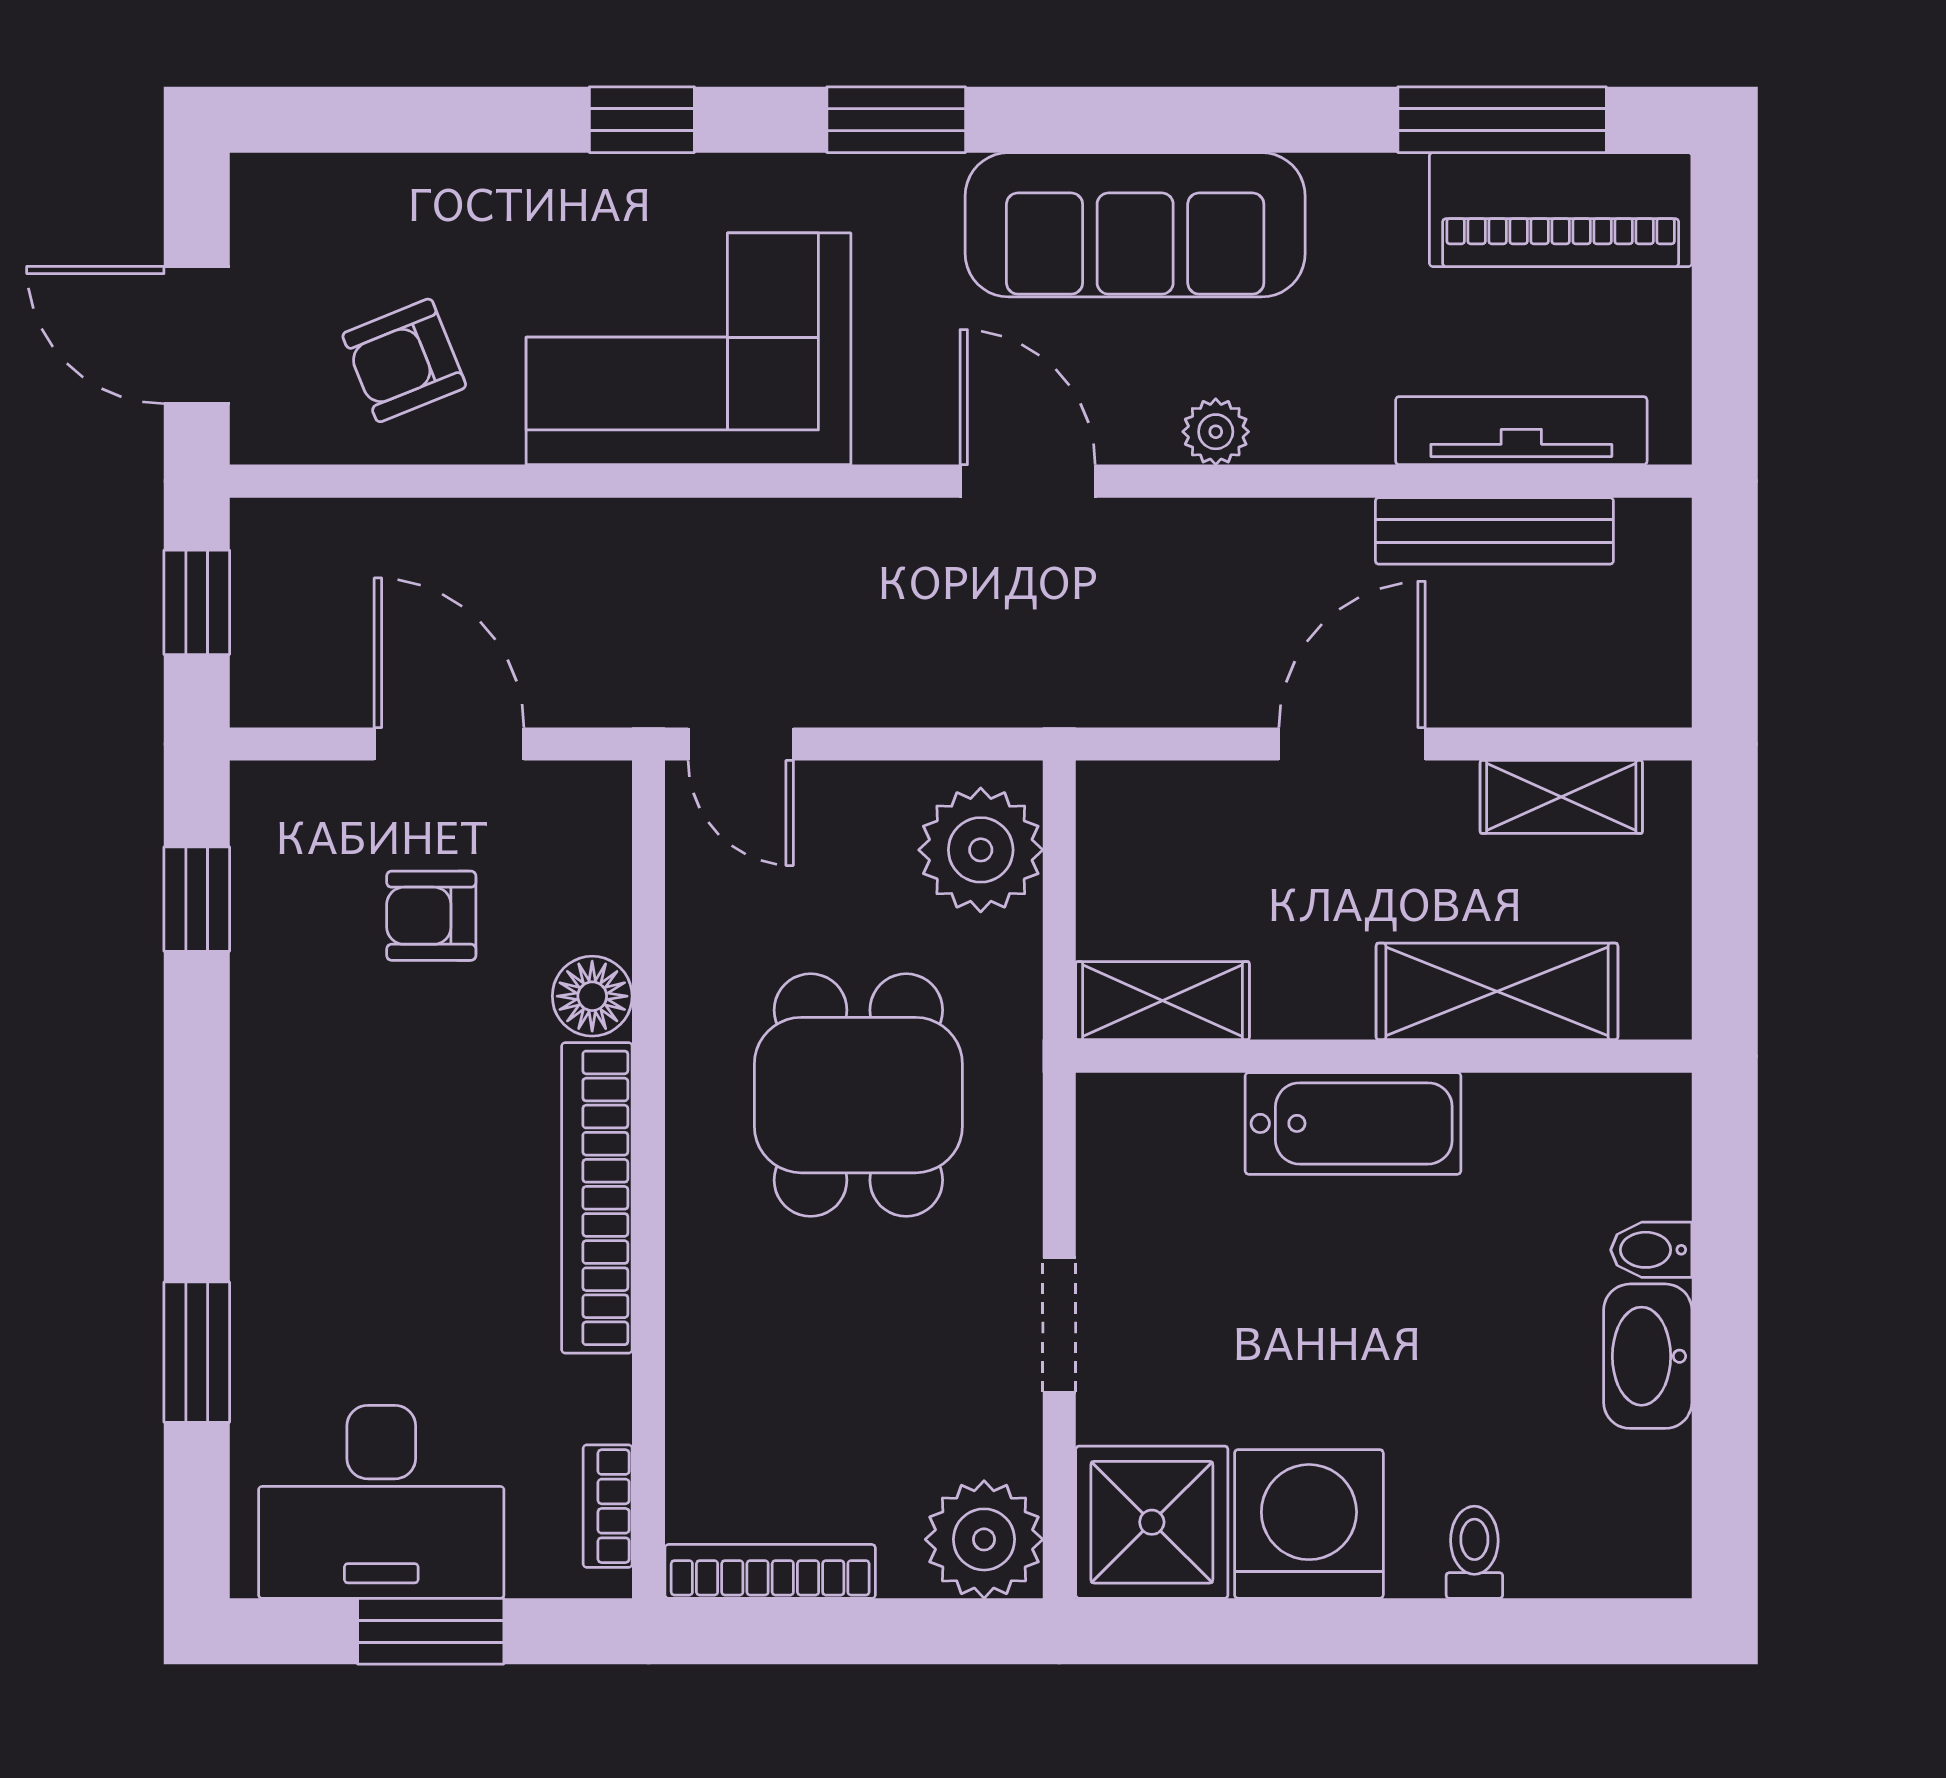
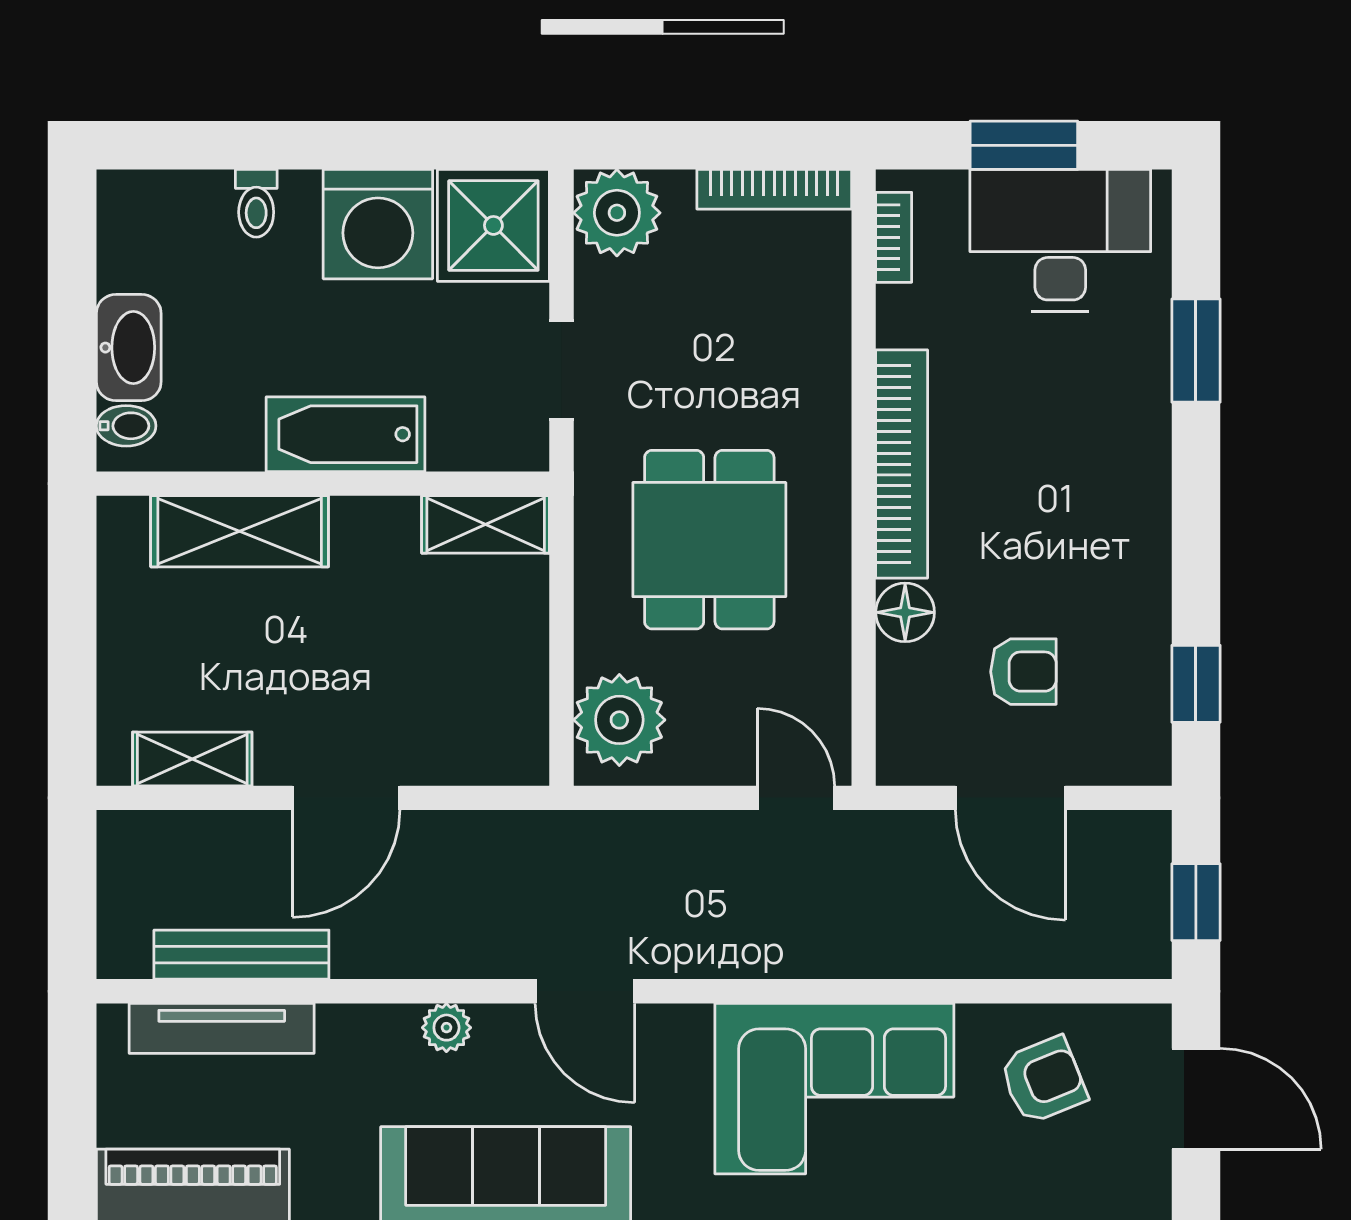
shelving: (1497, 991) -> (240, 531), moved
shelving: (1163, 1001) -> (486, 524), moved
wall: (1384, 1056) -> (323, 484), moved
bathtub: (1353, 1123) -> (345, 434), moved

